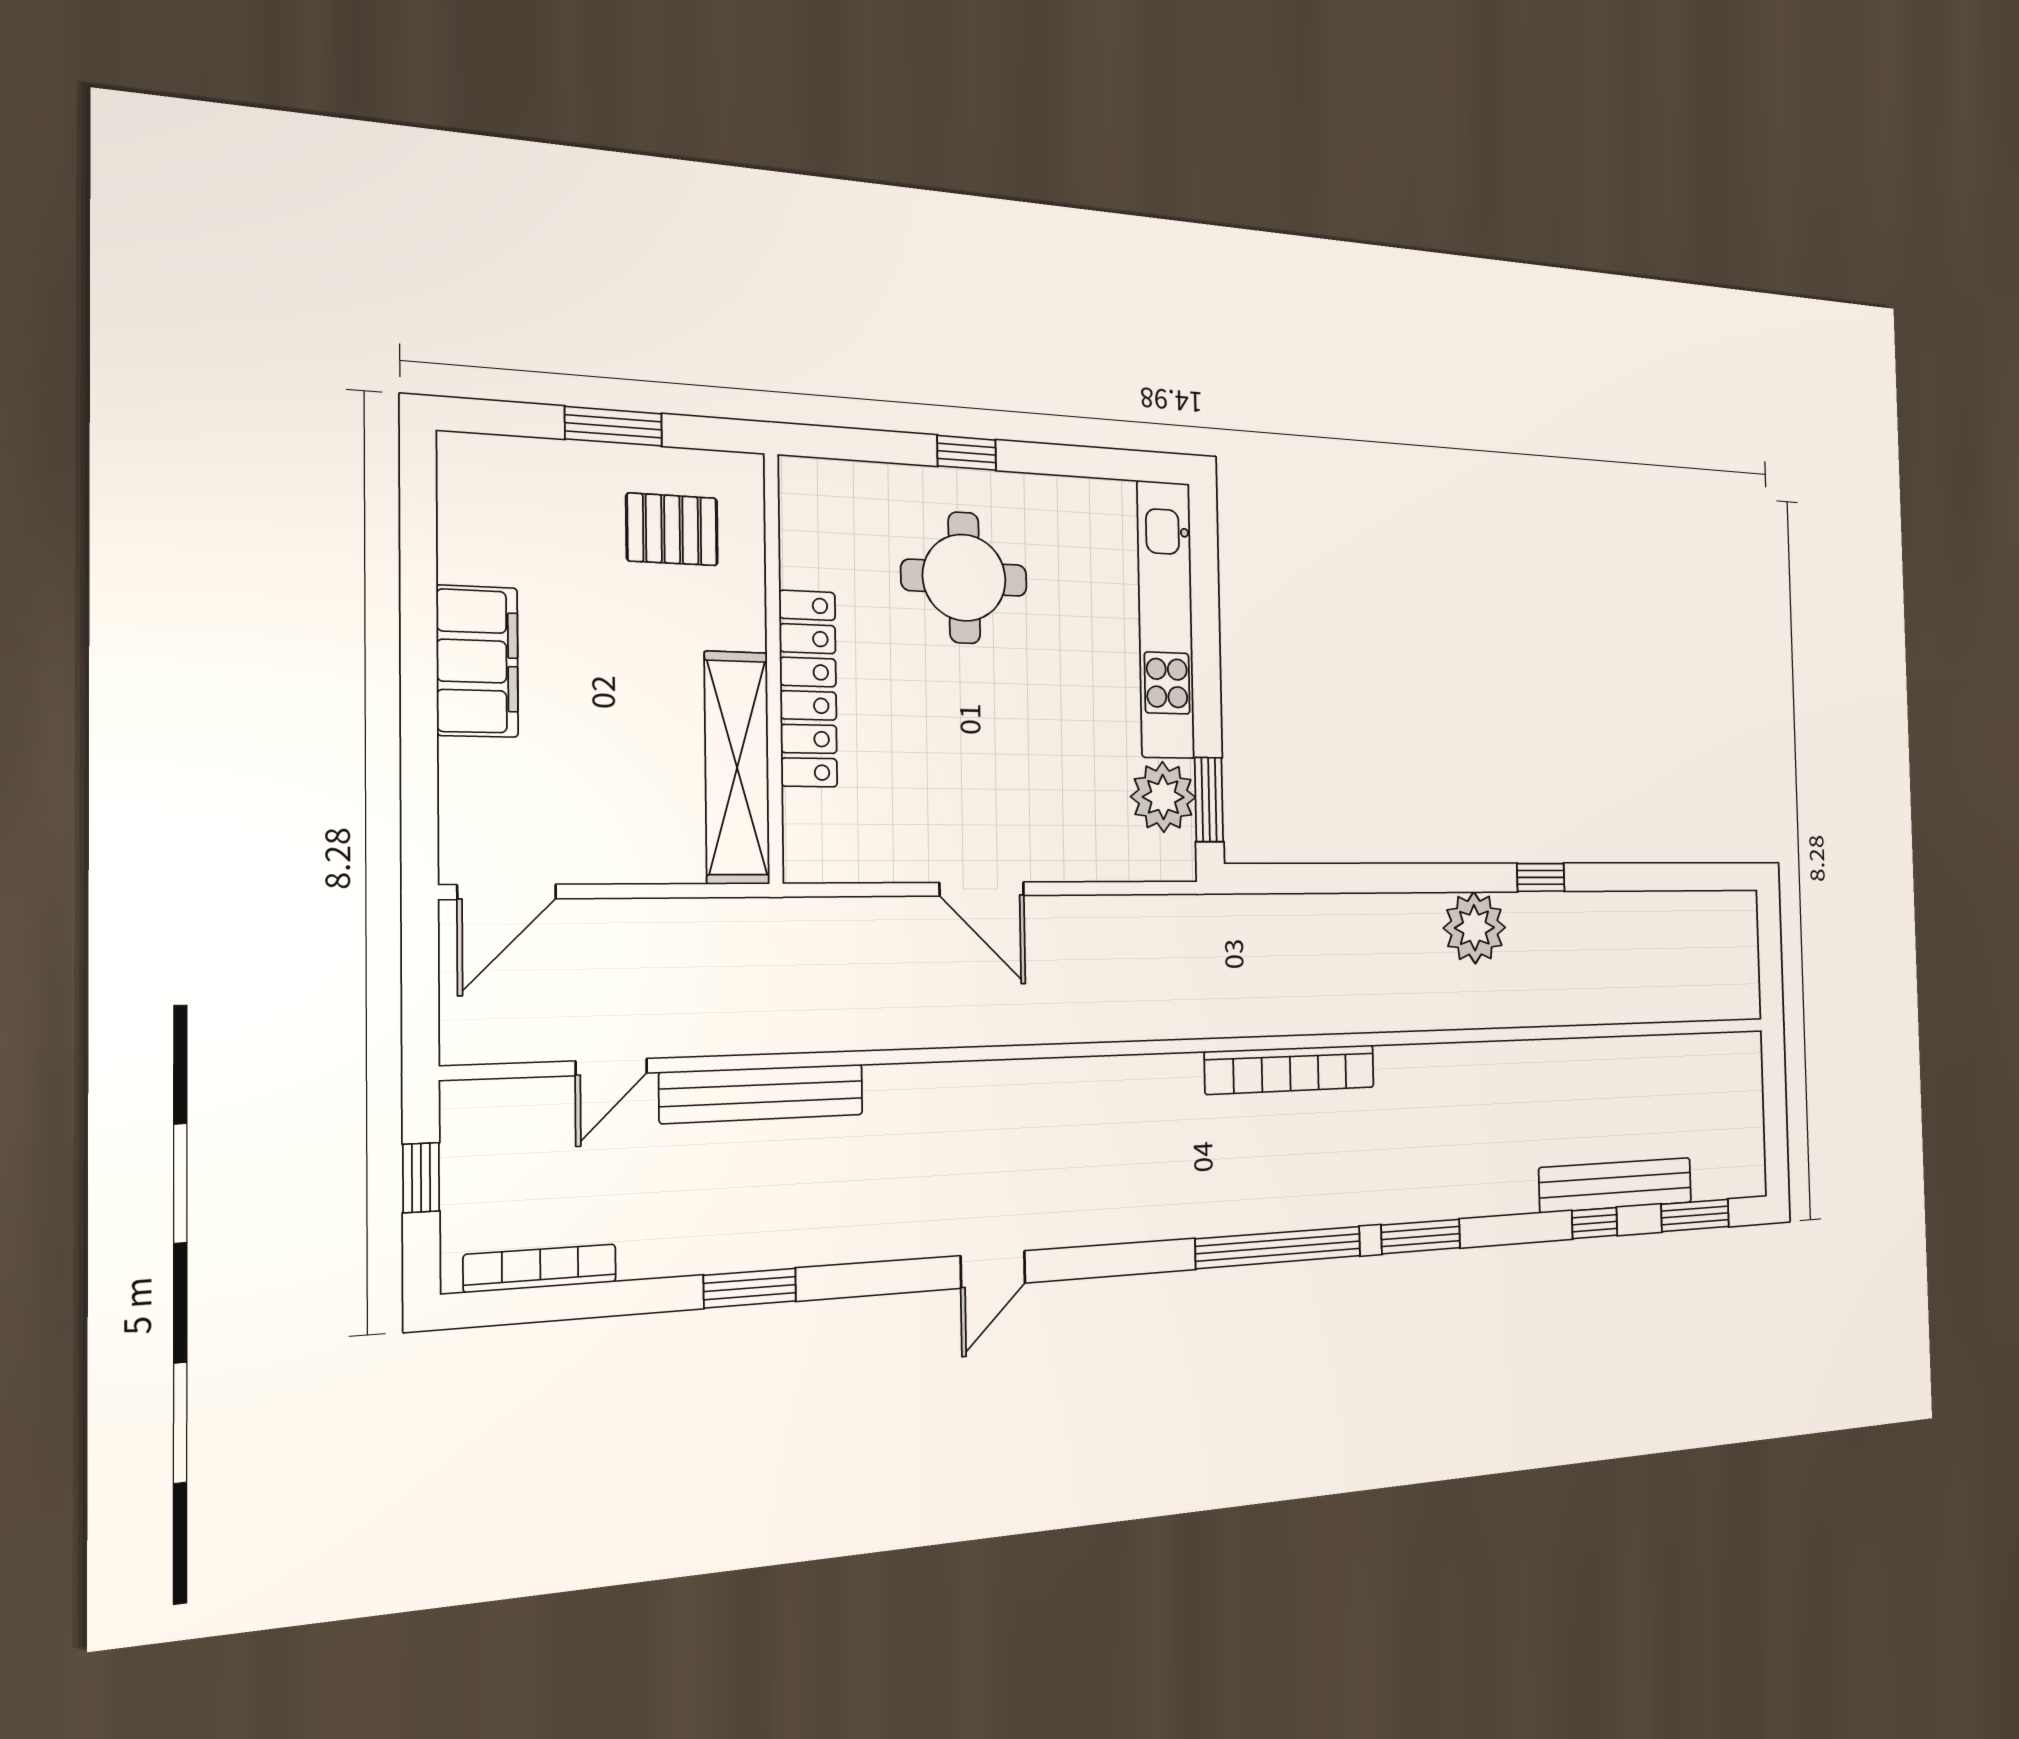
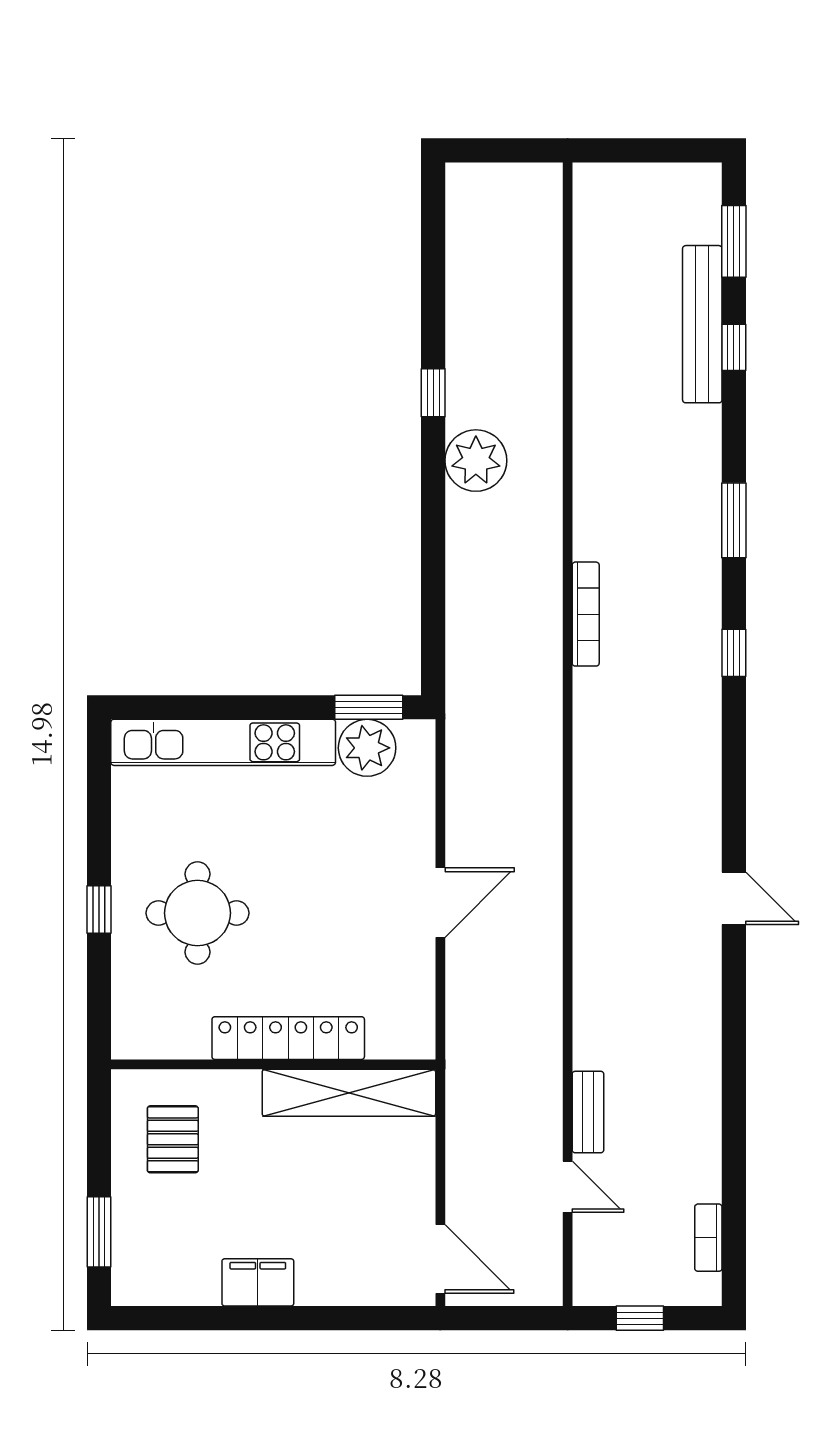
window: (614, 426) -> (99, 1232), moved
filing cabinet: (477, 661) -> (258, 1282), width x0.67, depth x0.86
bookcase: (1290, 1069) -> (586, 614), width x0.68, depth x0.76
bench: (762, 1094) -> (588, 1112), width x0.54, depth x0.82
window: (1279, 1247) -> (734, 653), width x0.32
bookcase: (540, 1268) -> (708, 1238), width x0.64
window: (750, 1288) -> (734, 1087), removed

